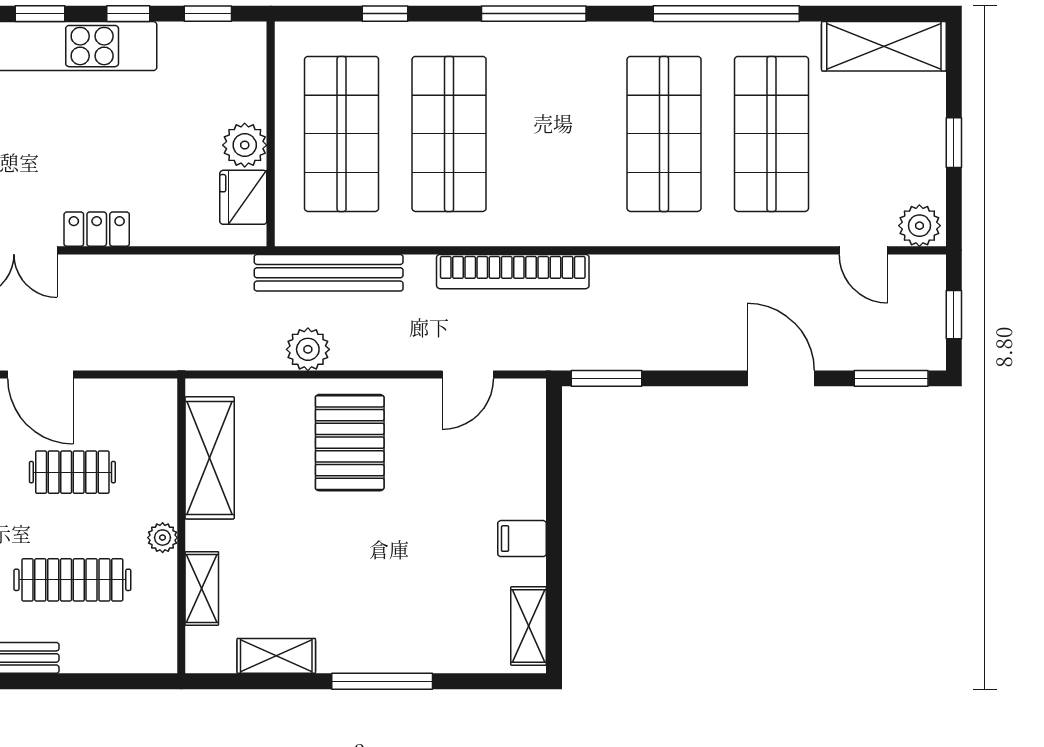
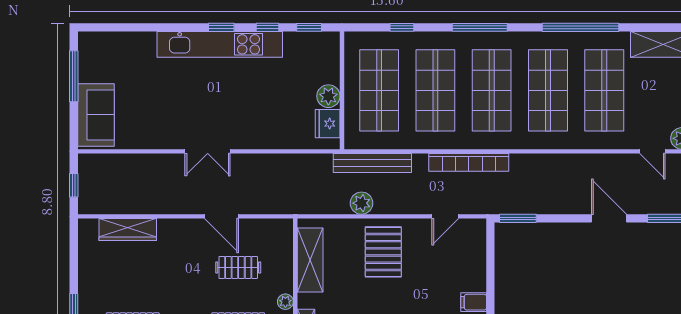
shop shelf: (557, 134) -> (492, 90), added
locker: (97, 229) -> (251, 140), removed

